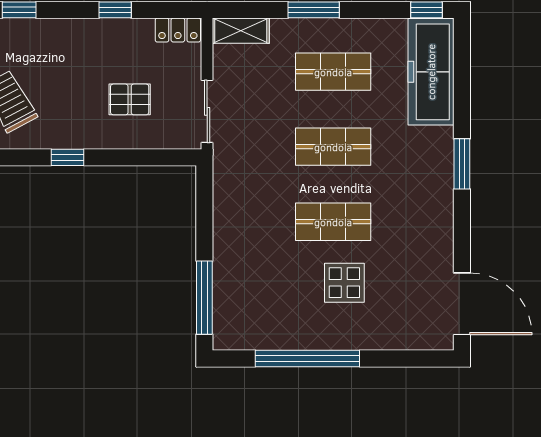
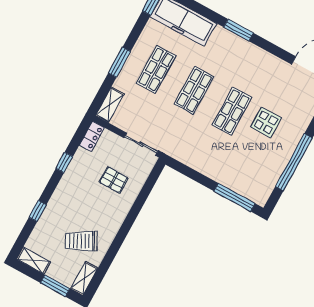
pallet: (130, 99) -> (114, 180), turned 90
window: (68, 157) -> (126, 228), removed

